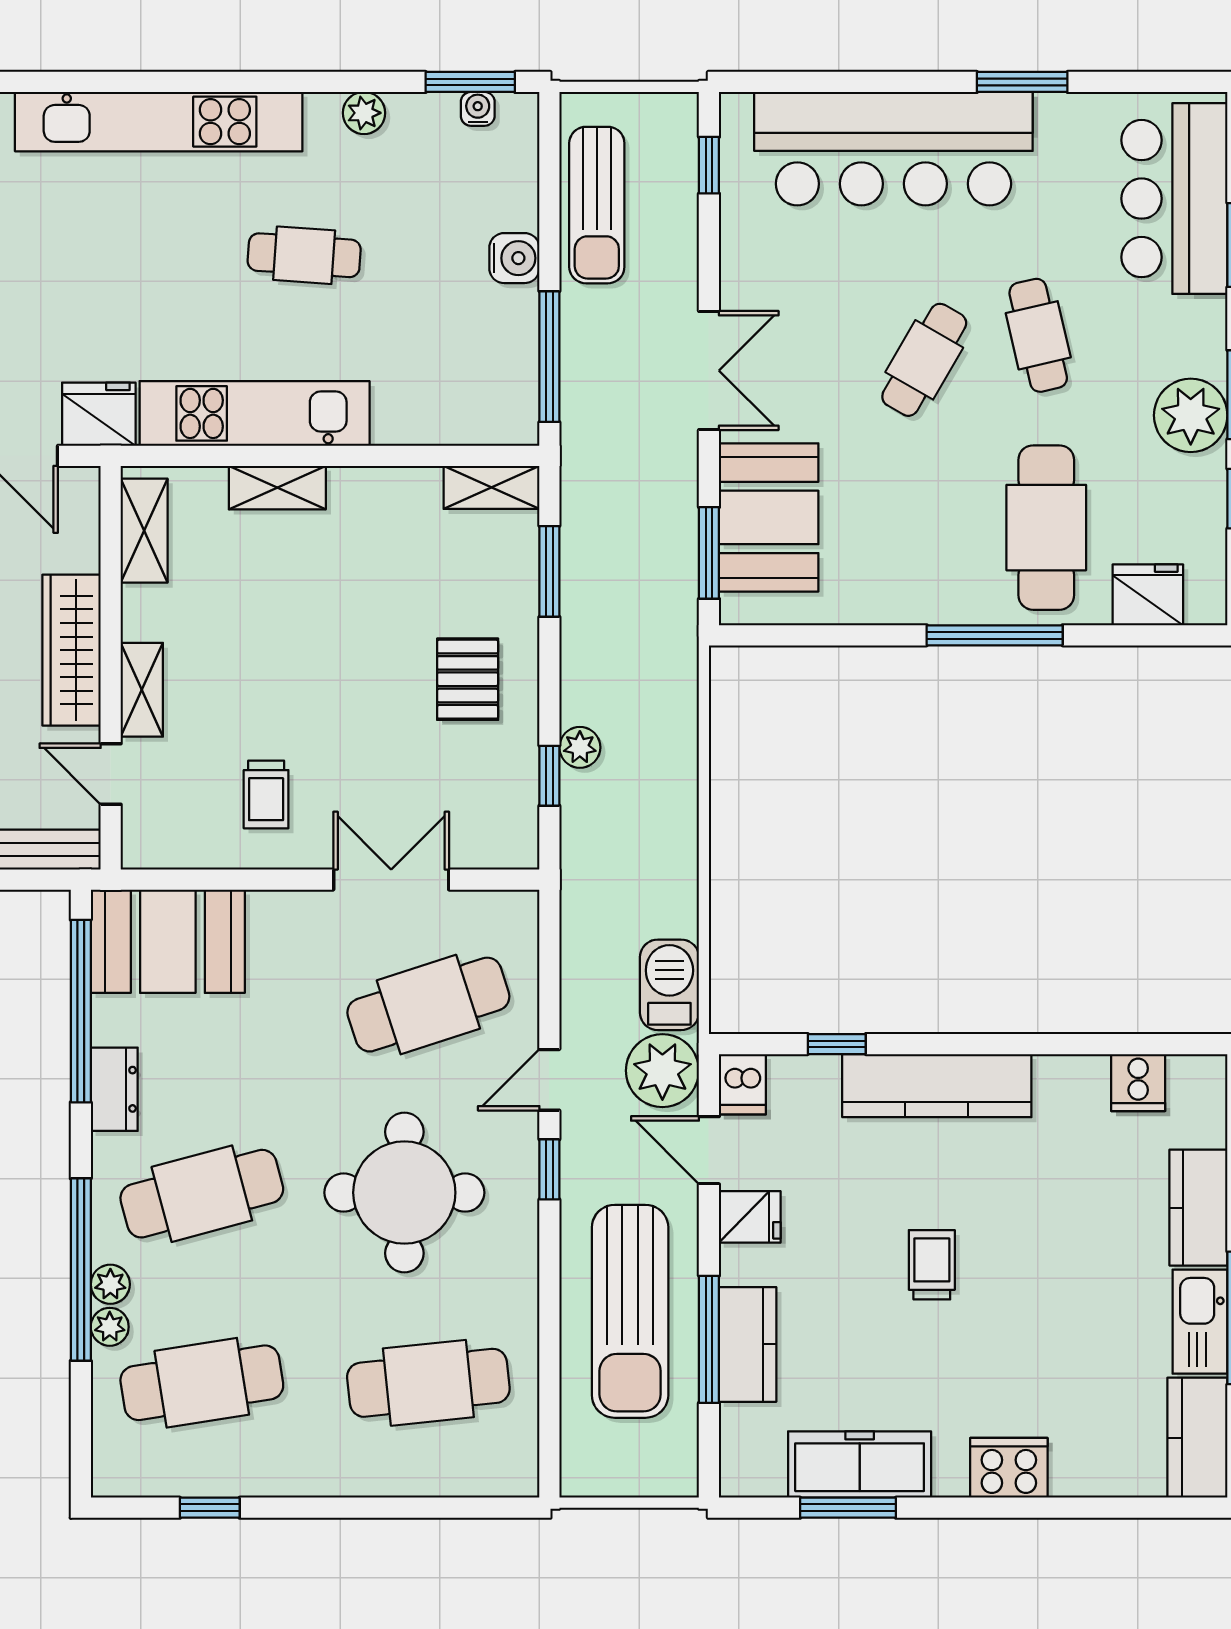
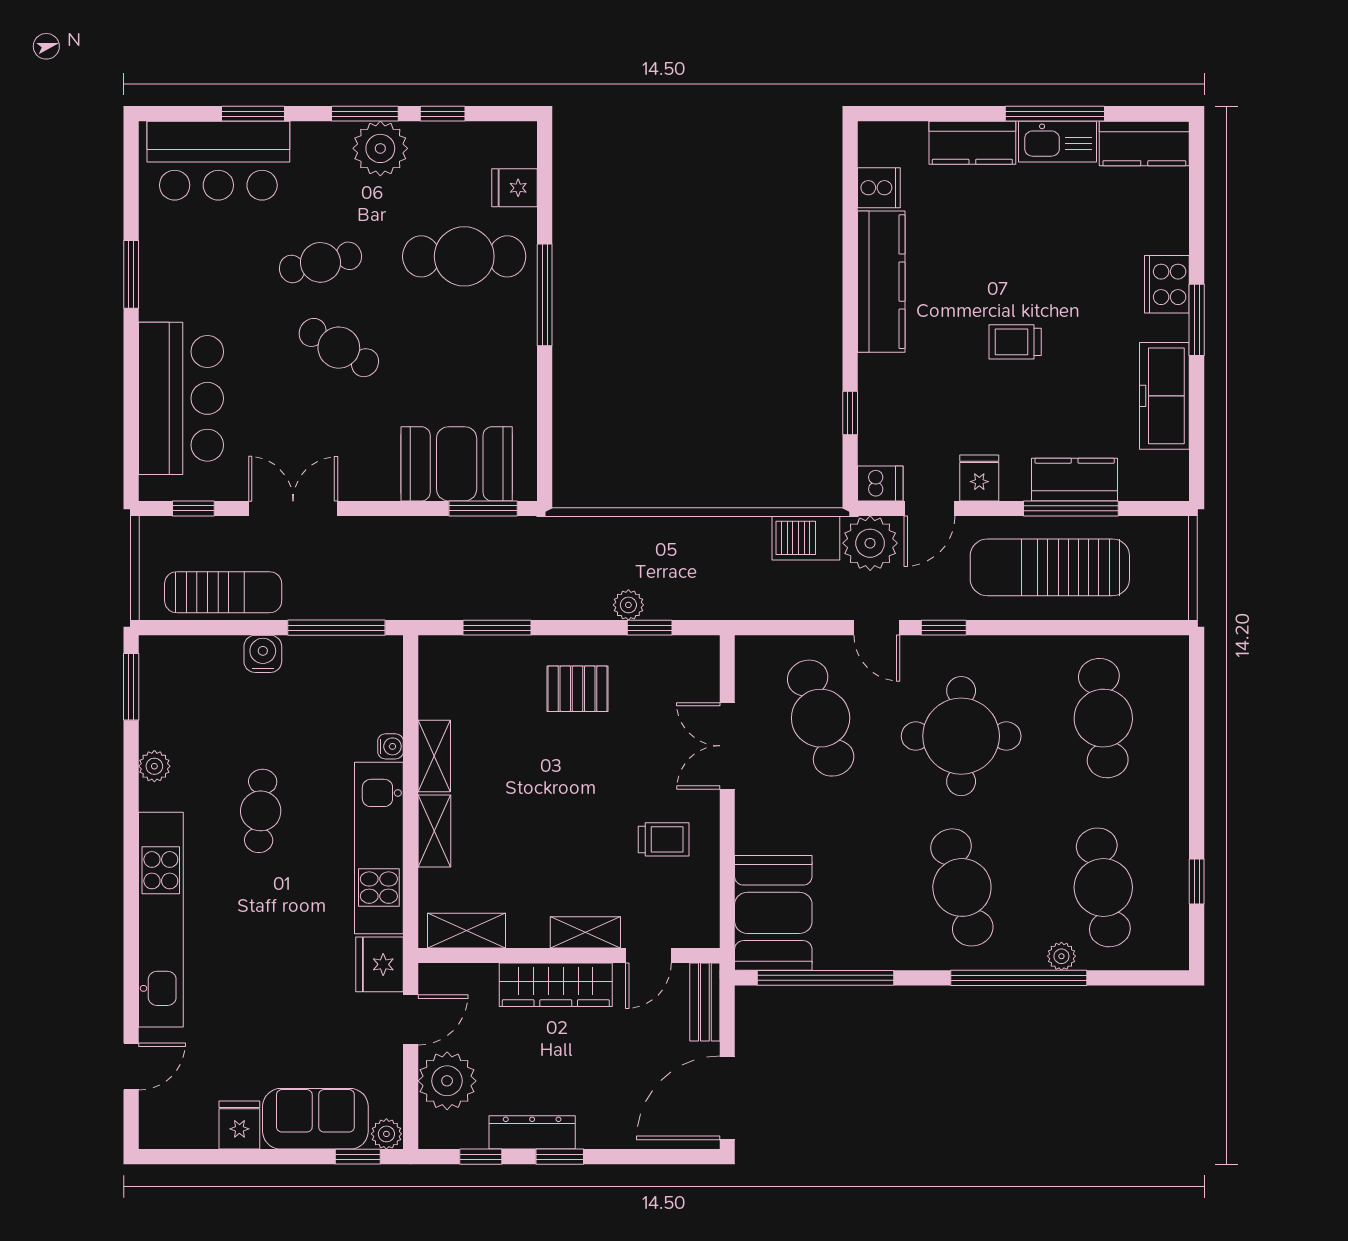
water cooler: (478, 109) -> (390, 746), moved, turned 180
bar counter: (893, 149) -> (181, 398), width x0.73
double door: (709, 371) -> (293, 508), moved
shelving: (491, 487) -> (434, 756), moved
fridge: (1148, 595) -> (514, 188), width x0.72
kitchen counter: (937, 1086) -> (881, 282), moved
dresser: (114, 1089) -> (884, 953), removed
plant: (110, 1284) -> (1030, 956), removed
sun lounger: (630, 1311) -> (1050, 567), turned 180
window: (848, 1508) -> (1197, 320), moved

